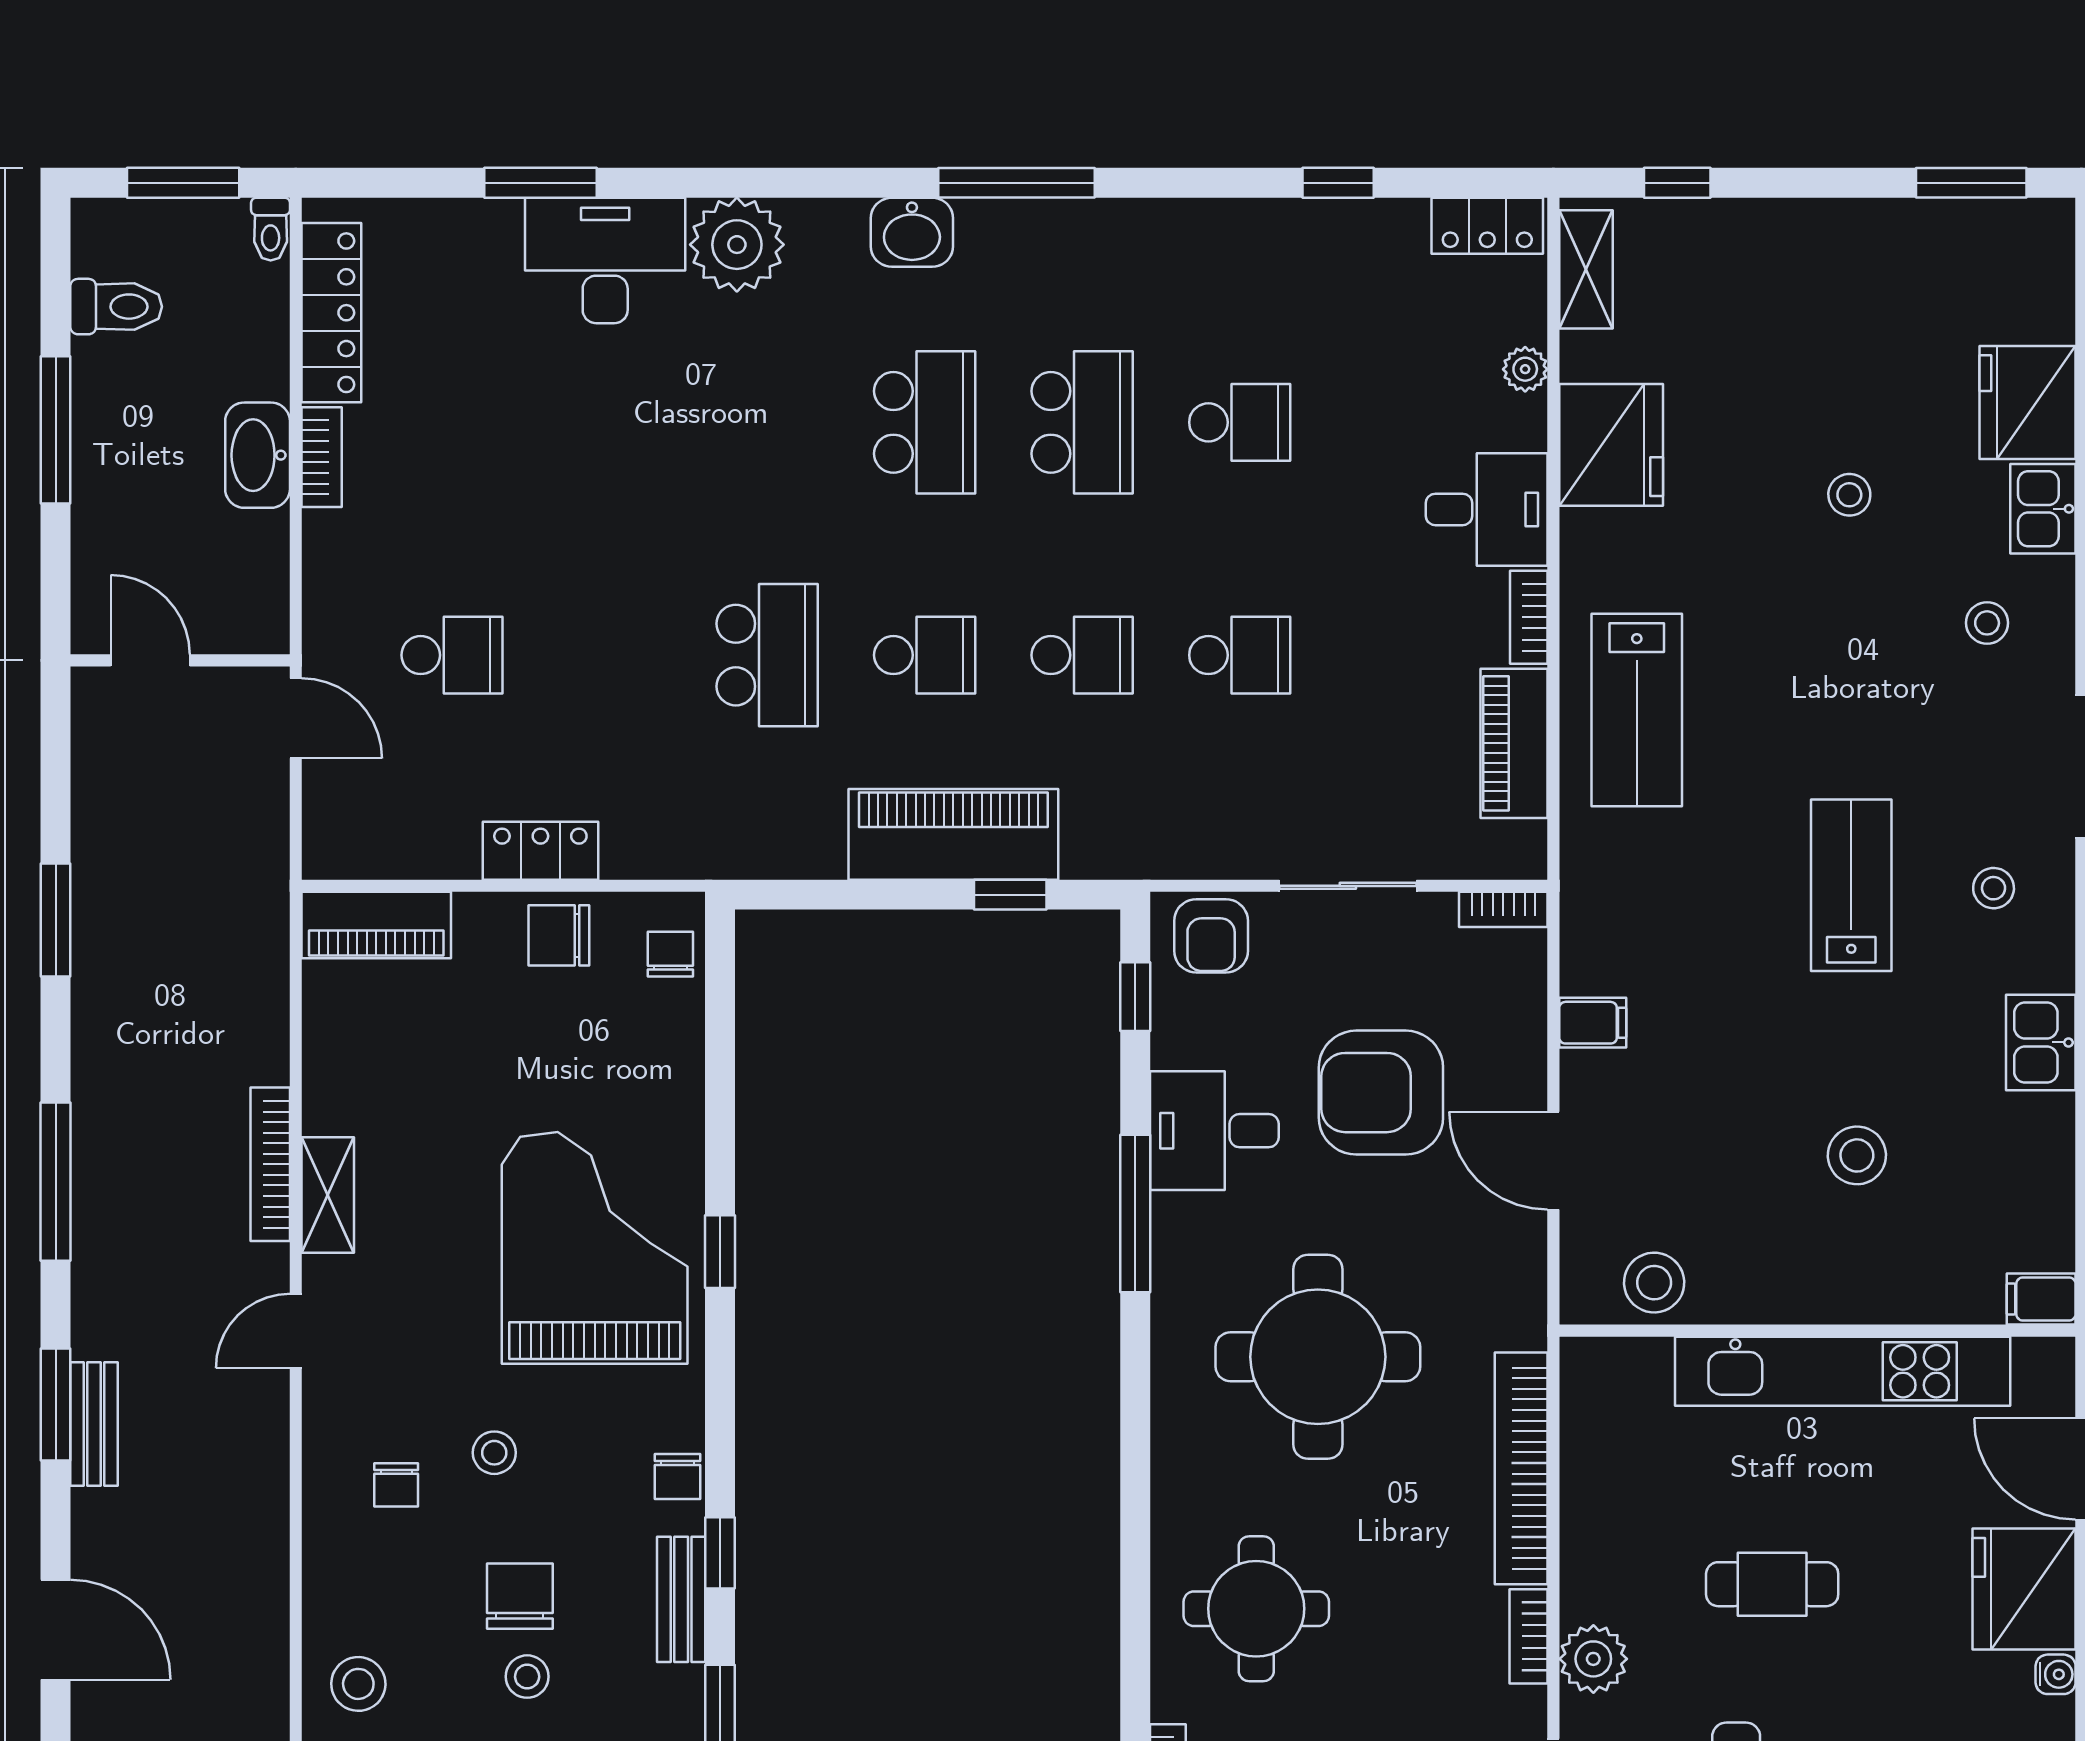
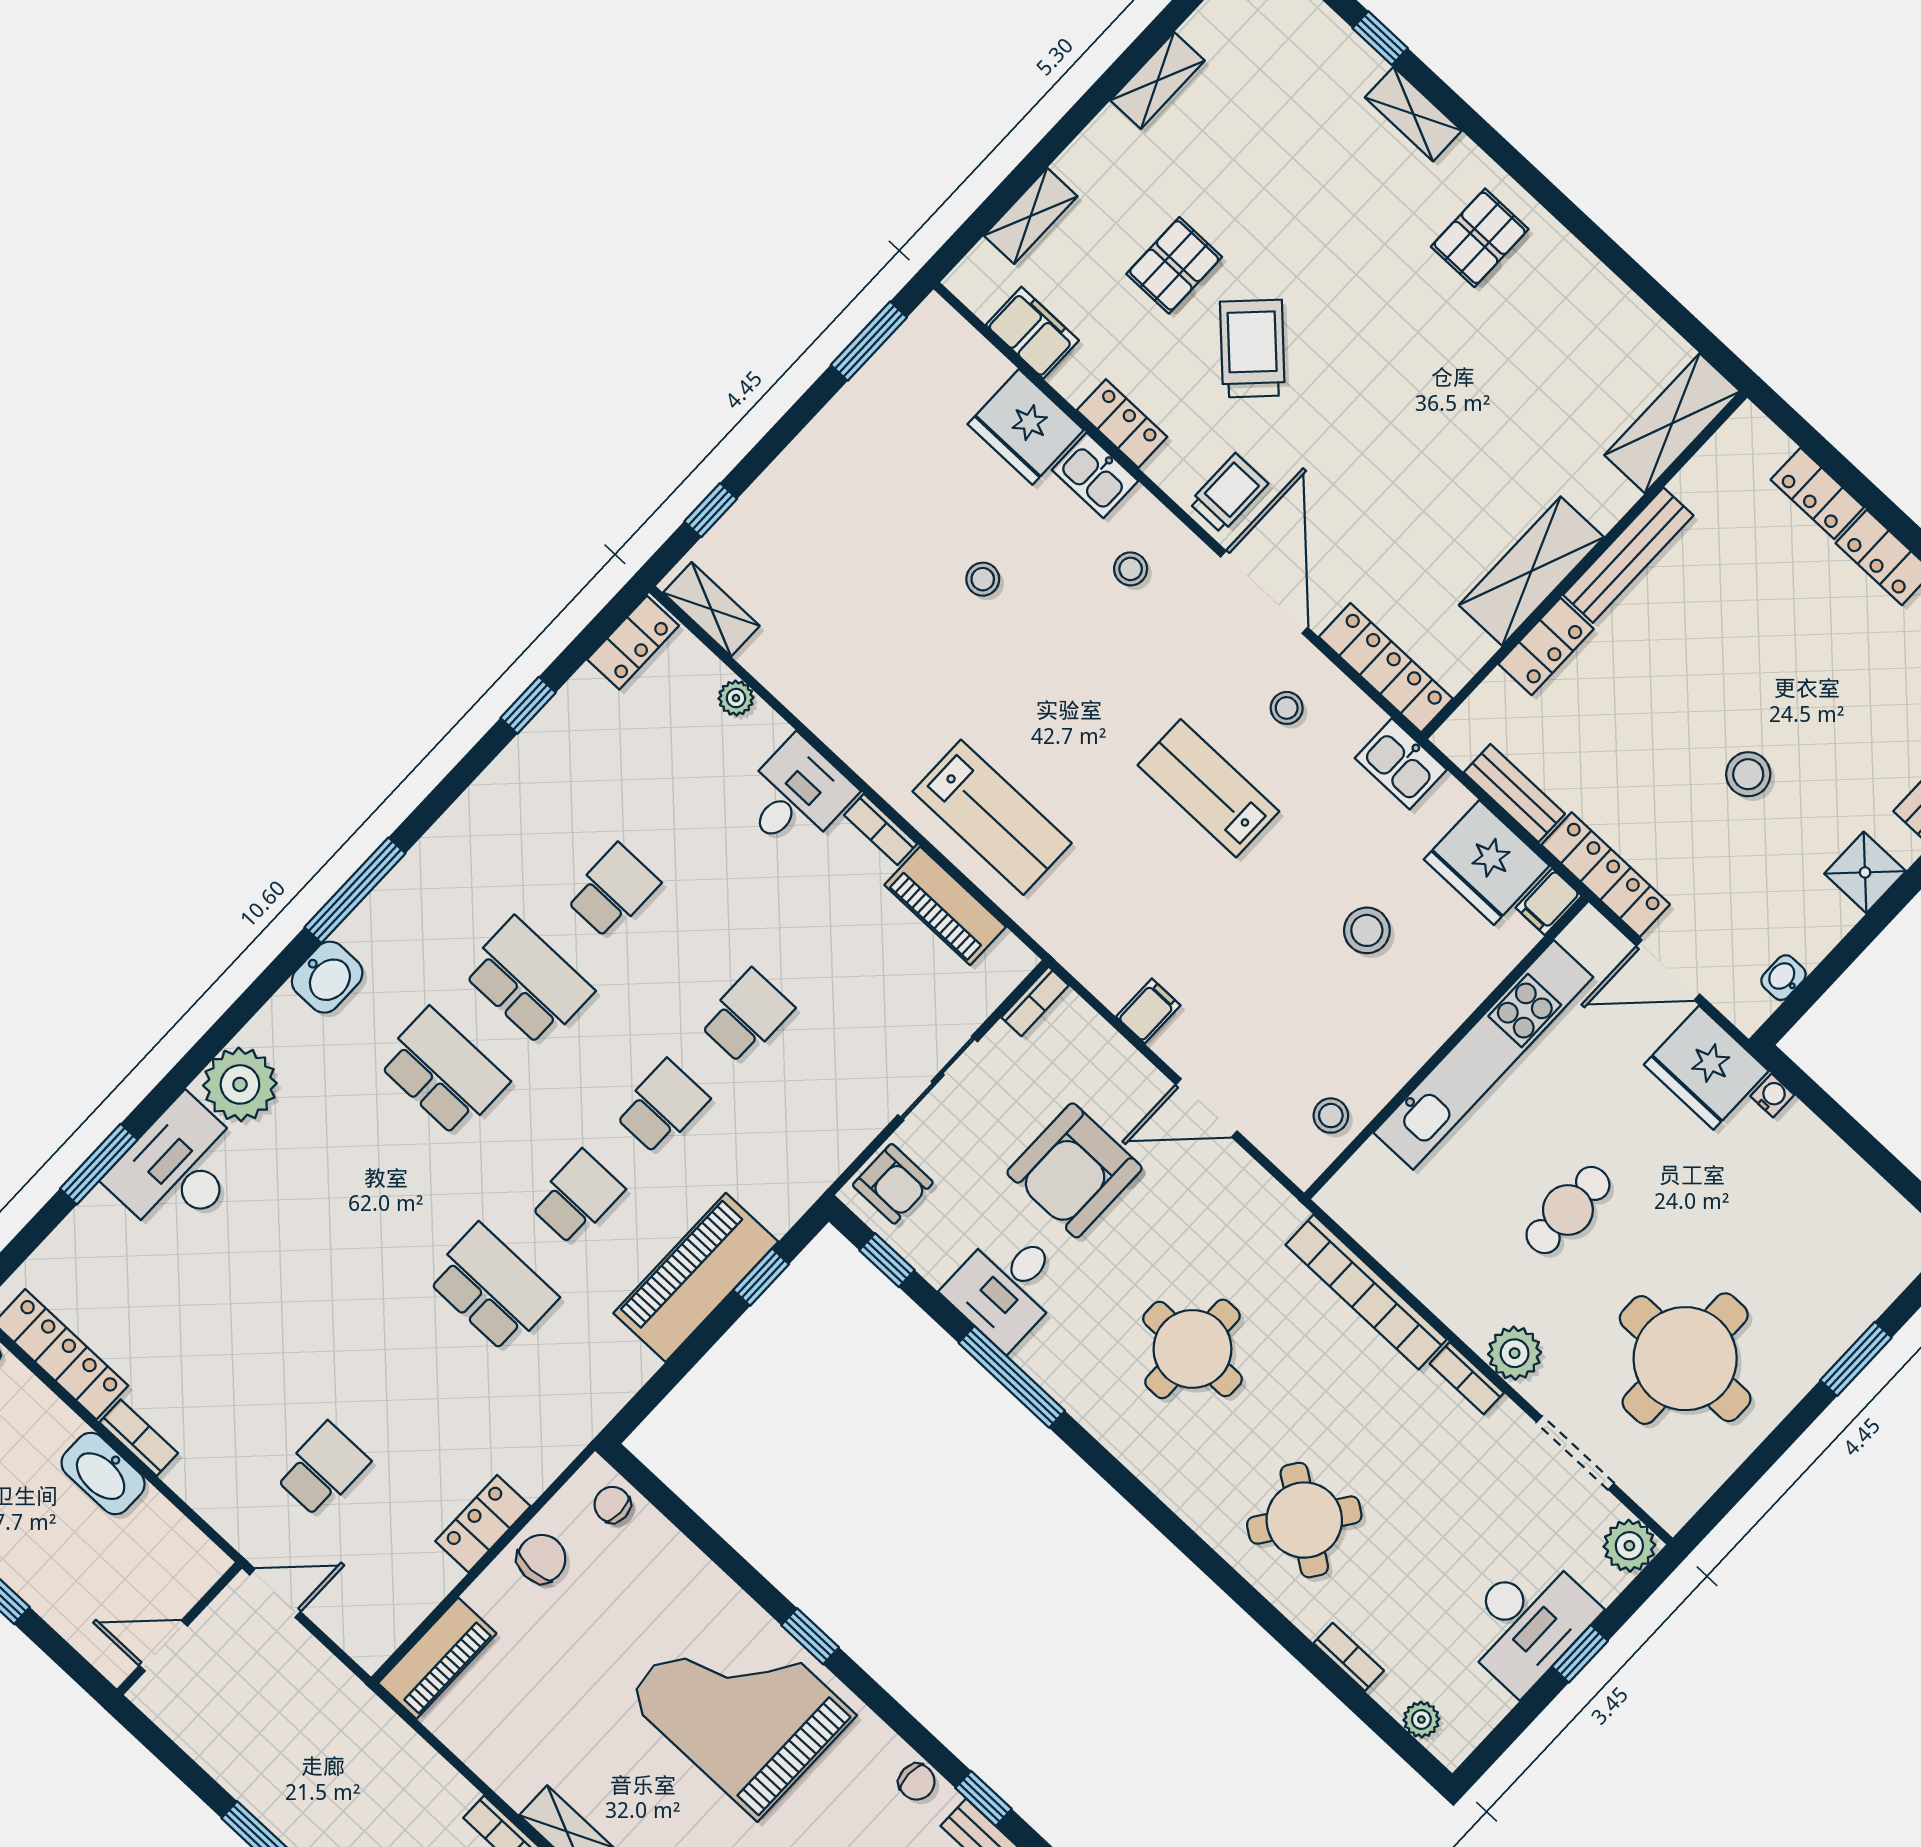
fridge: (1611, 445) -> (1487, 862), moved, turned 180
chair: (559, 935) -> (541, 1559), turned 180
stool: (1654, 1283) -> (1331, 1116), width x0.73, depth x0.73
round table: (1318, 1357) -> (1192, 1349), width x0.73, depth x0.73
round table: (1256, 1609) -> (1304, 1520), turned 35

